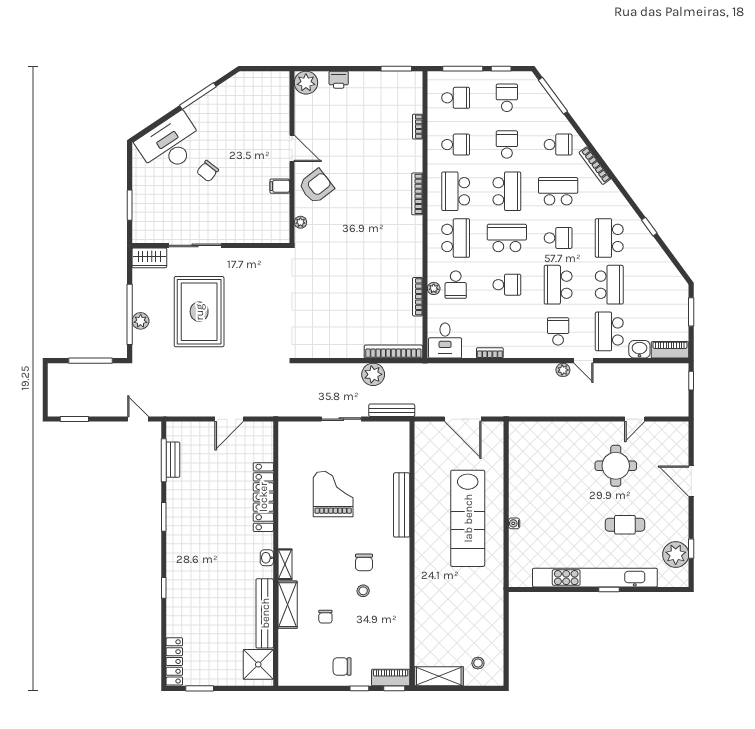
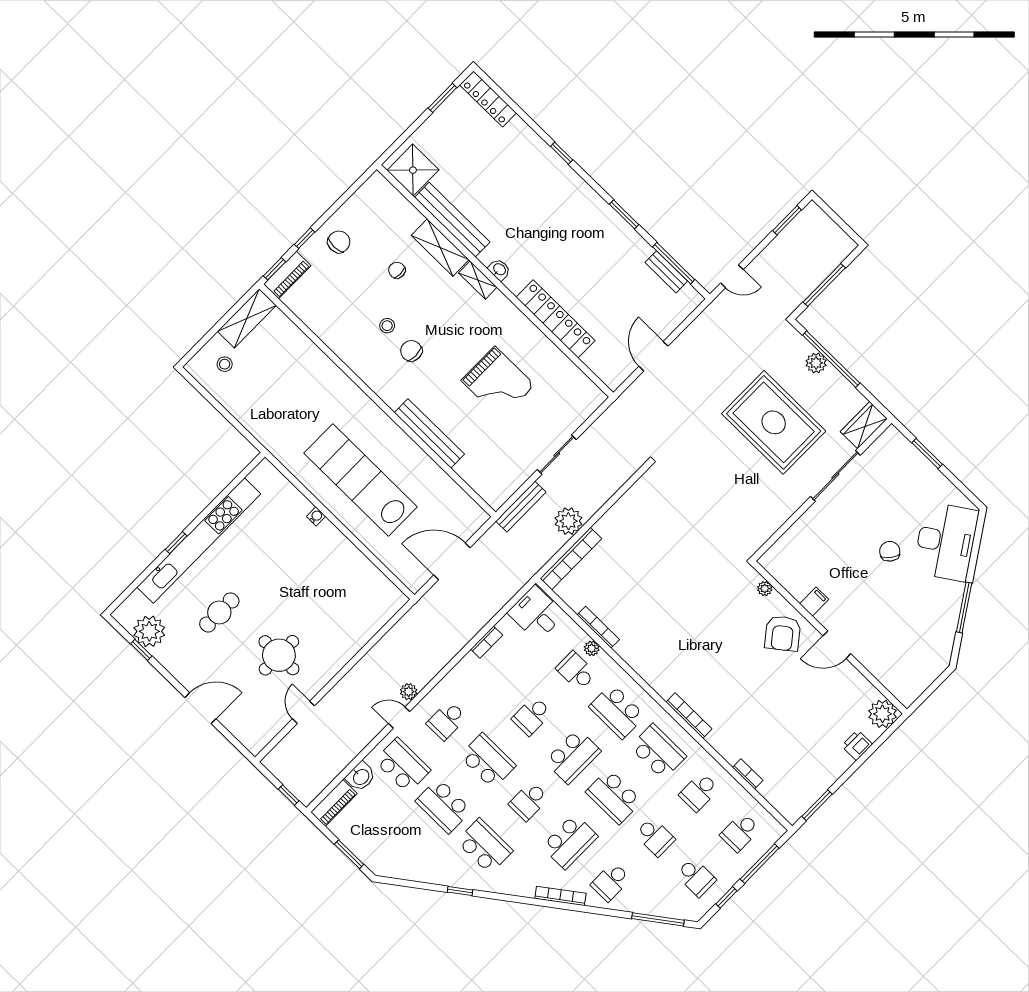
school desk: (558, 331) -> (447, 721), turned 90

